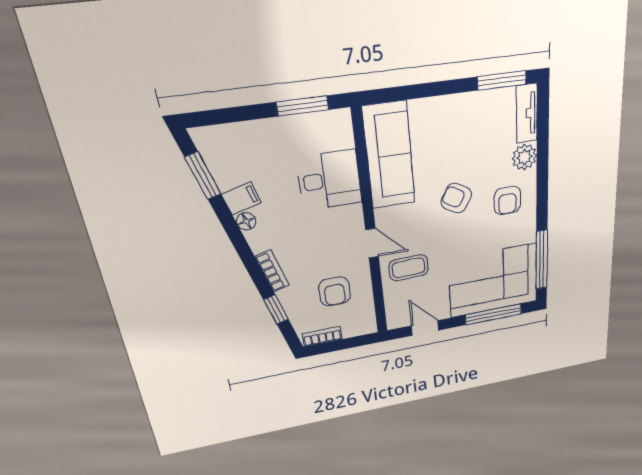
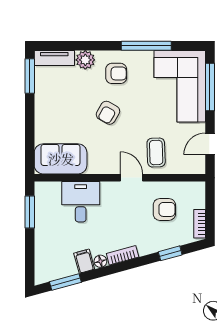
sofa: (389, 156) -> (61, 159), width x0.73
door: (372, 243) -> (132, 178), hinge flipped
window: (542, 260) -> (146, 46), moved
bookcase: (272, 271) -> (123, 255), moved

